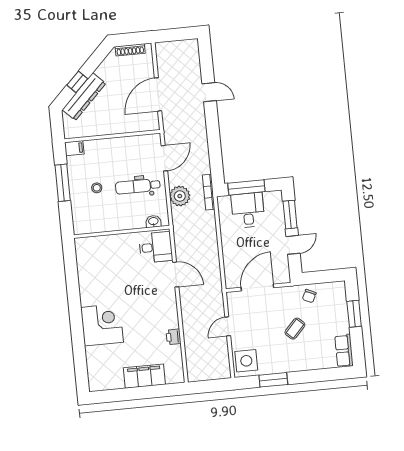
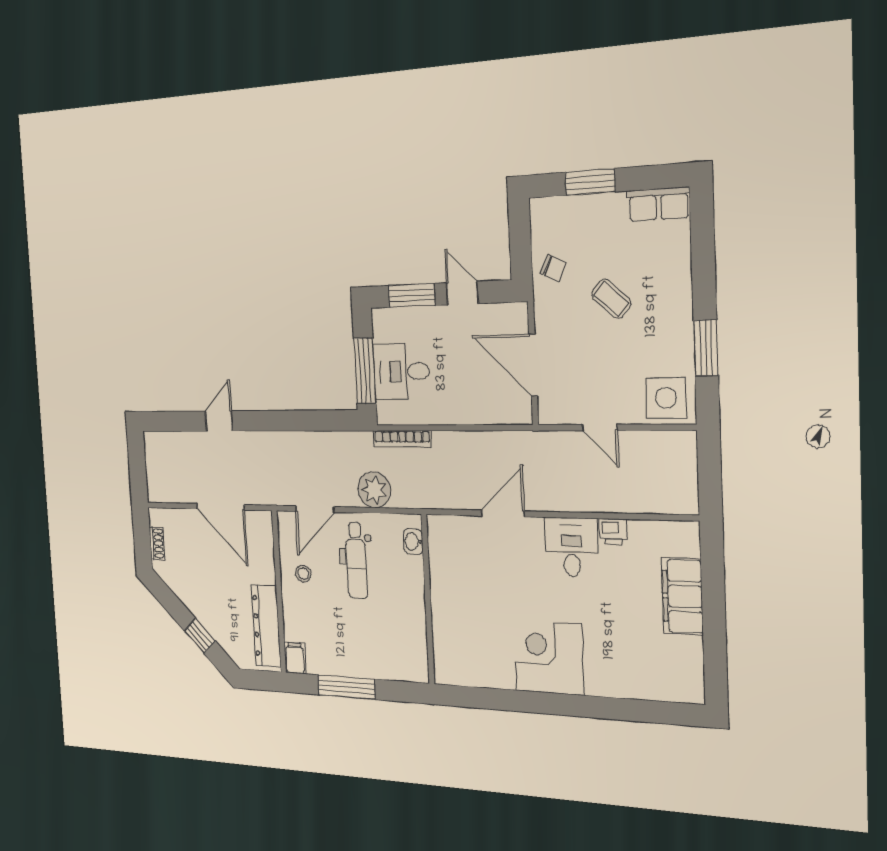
shoe rack: (130, 50) -> (157, 543), width x0.70
dresser: (84, 97) -> (266, 626), moved, turned -135
door: (164, 158) -> (315, 509), swing flipped
stool: (97, 188) -> (303, 574), moved
bookcase: (209, 192) -> (402, 439), moved
desk: (156, 247) -> (571, 547), moved
corner desk: (102, 325) -> (549, 658), moved

